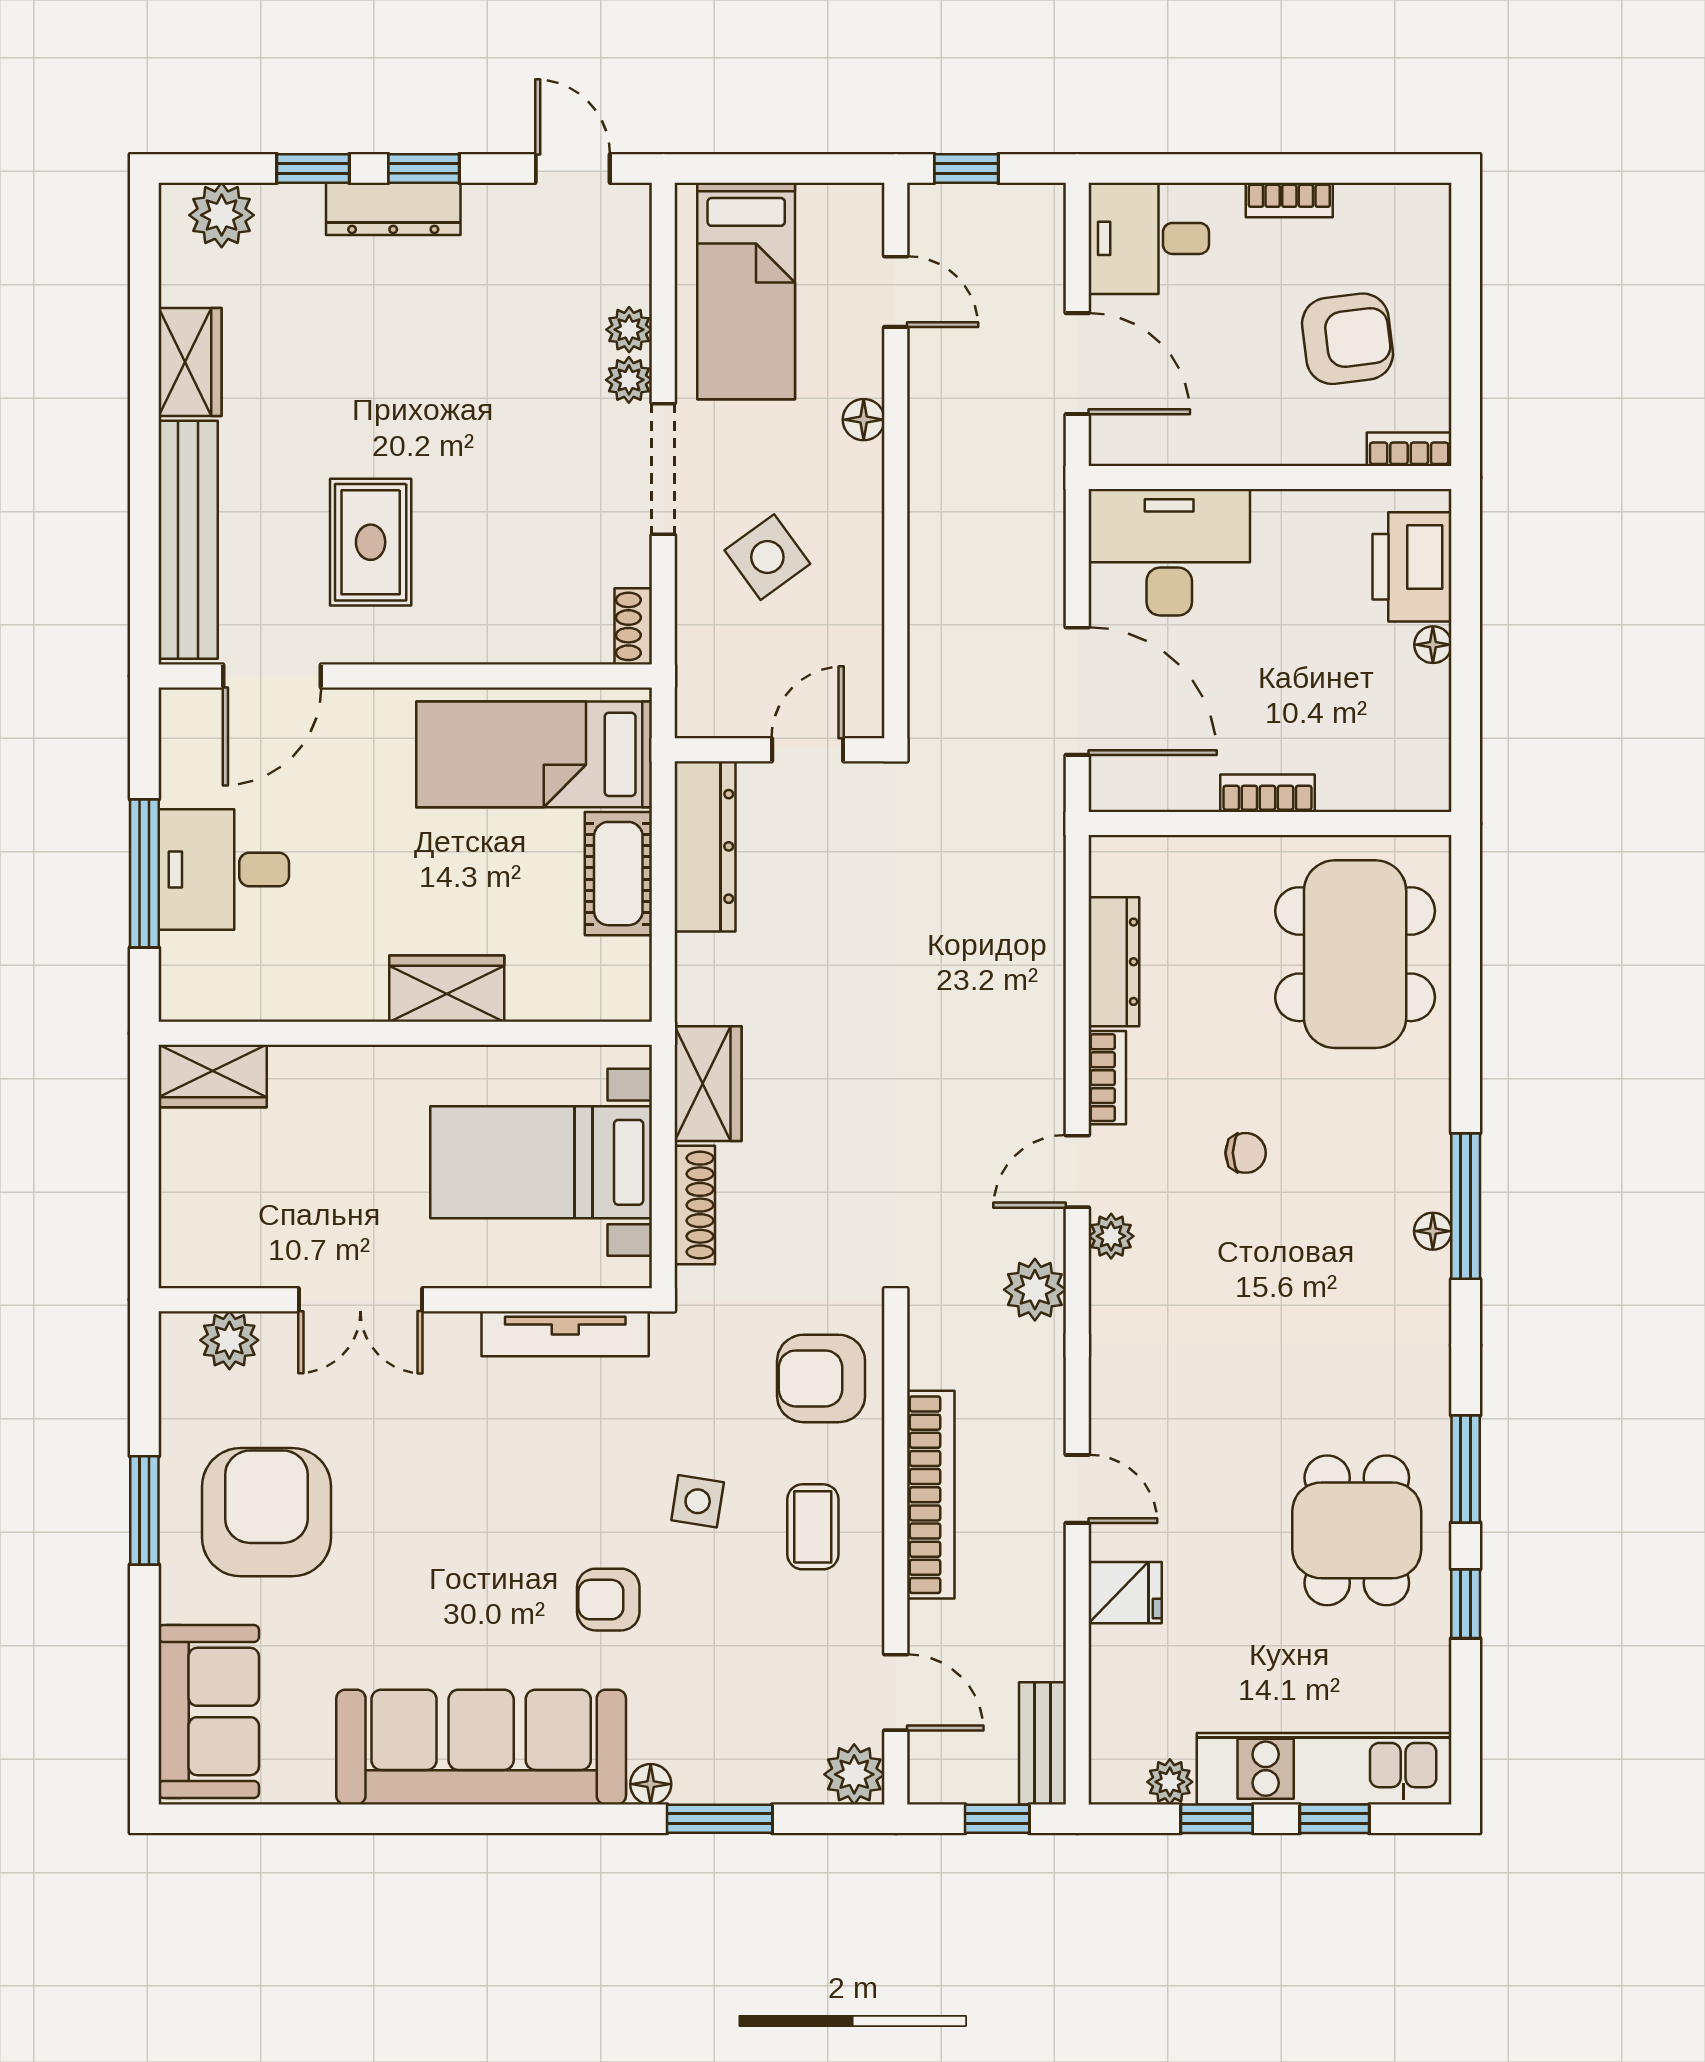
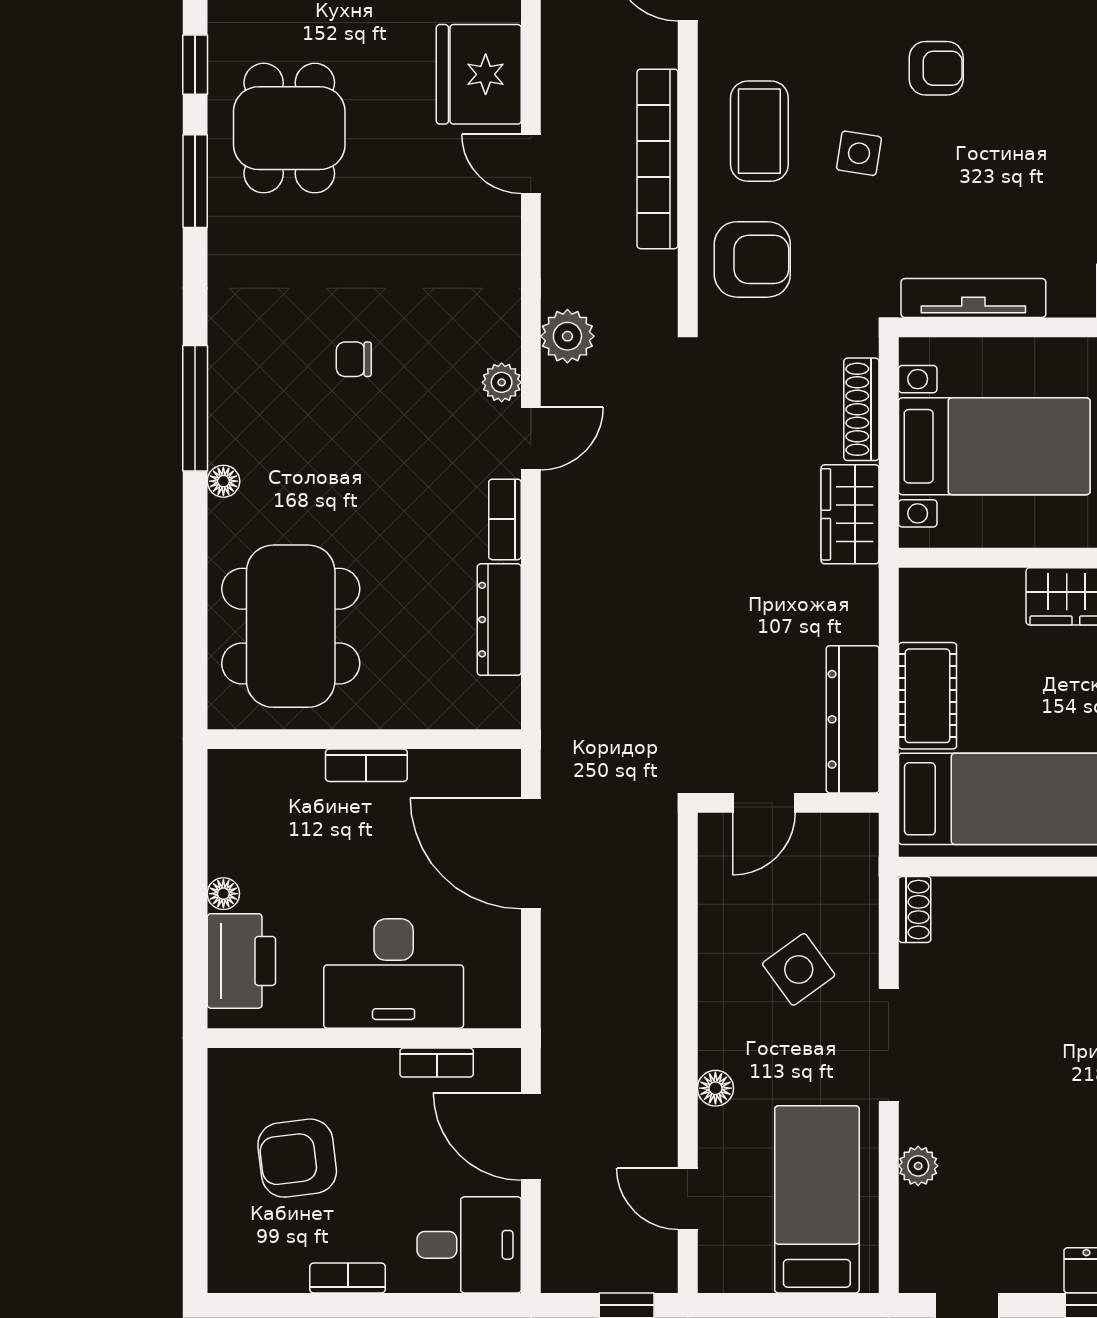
plant: (629, 380) -> (918, 1122), removed
bookcase: (1409, 449) -> (437, 1063), moved
desk: (1169, 552) -> (394, 974), moved
chair: (1246, 1153) -> (354, 359), moved
floor lamp: (1433, 1231) -> (223, 481), moved
coffee table: (813, 1527) -> (759, 131), width x1.36, depth x1.30
fridge: (1125, 1593) -> (479, 74), width x1.88, depth x1.34

